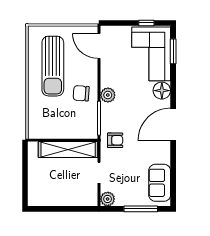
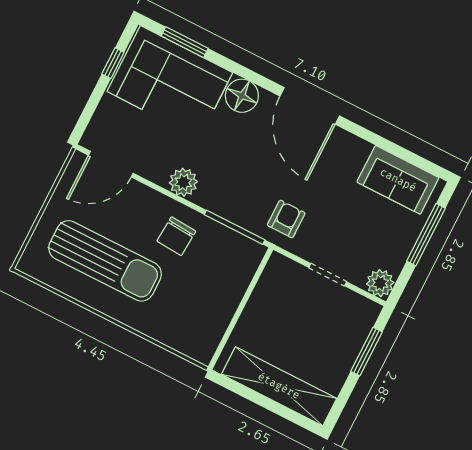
plant: (108, 95) -> (183, 182), moved
shelving: (68, 150) -> (279, 386), moved, turned 90
window: (73, 209) -> (366, 352), added

